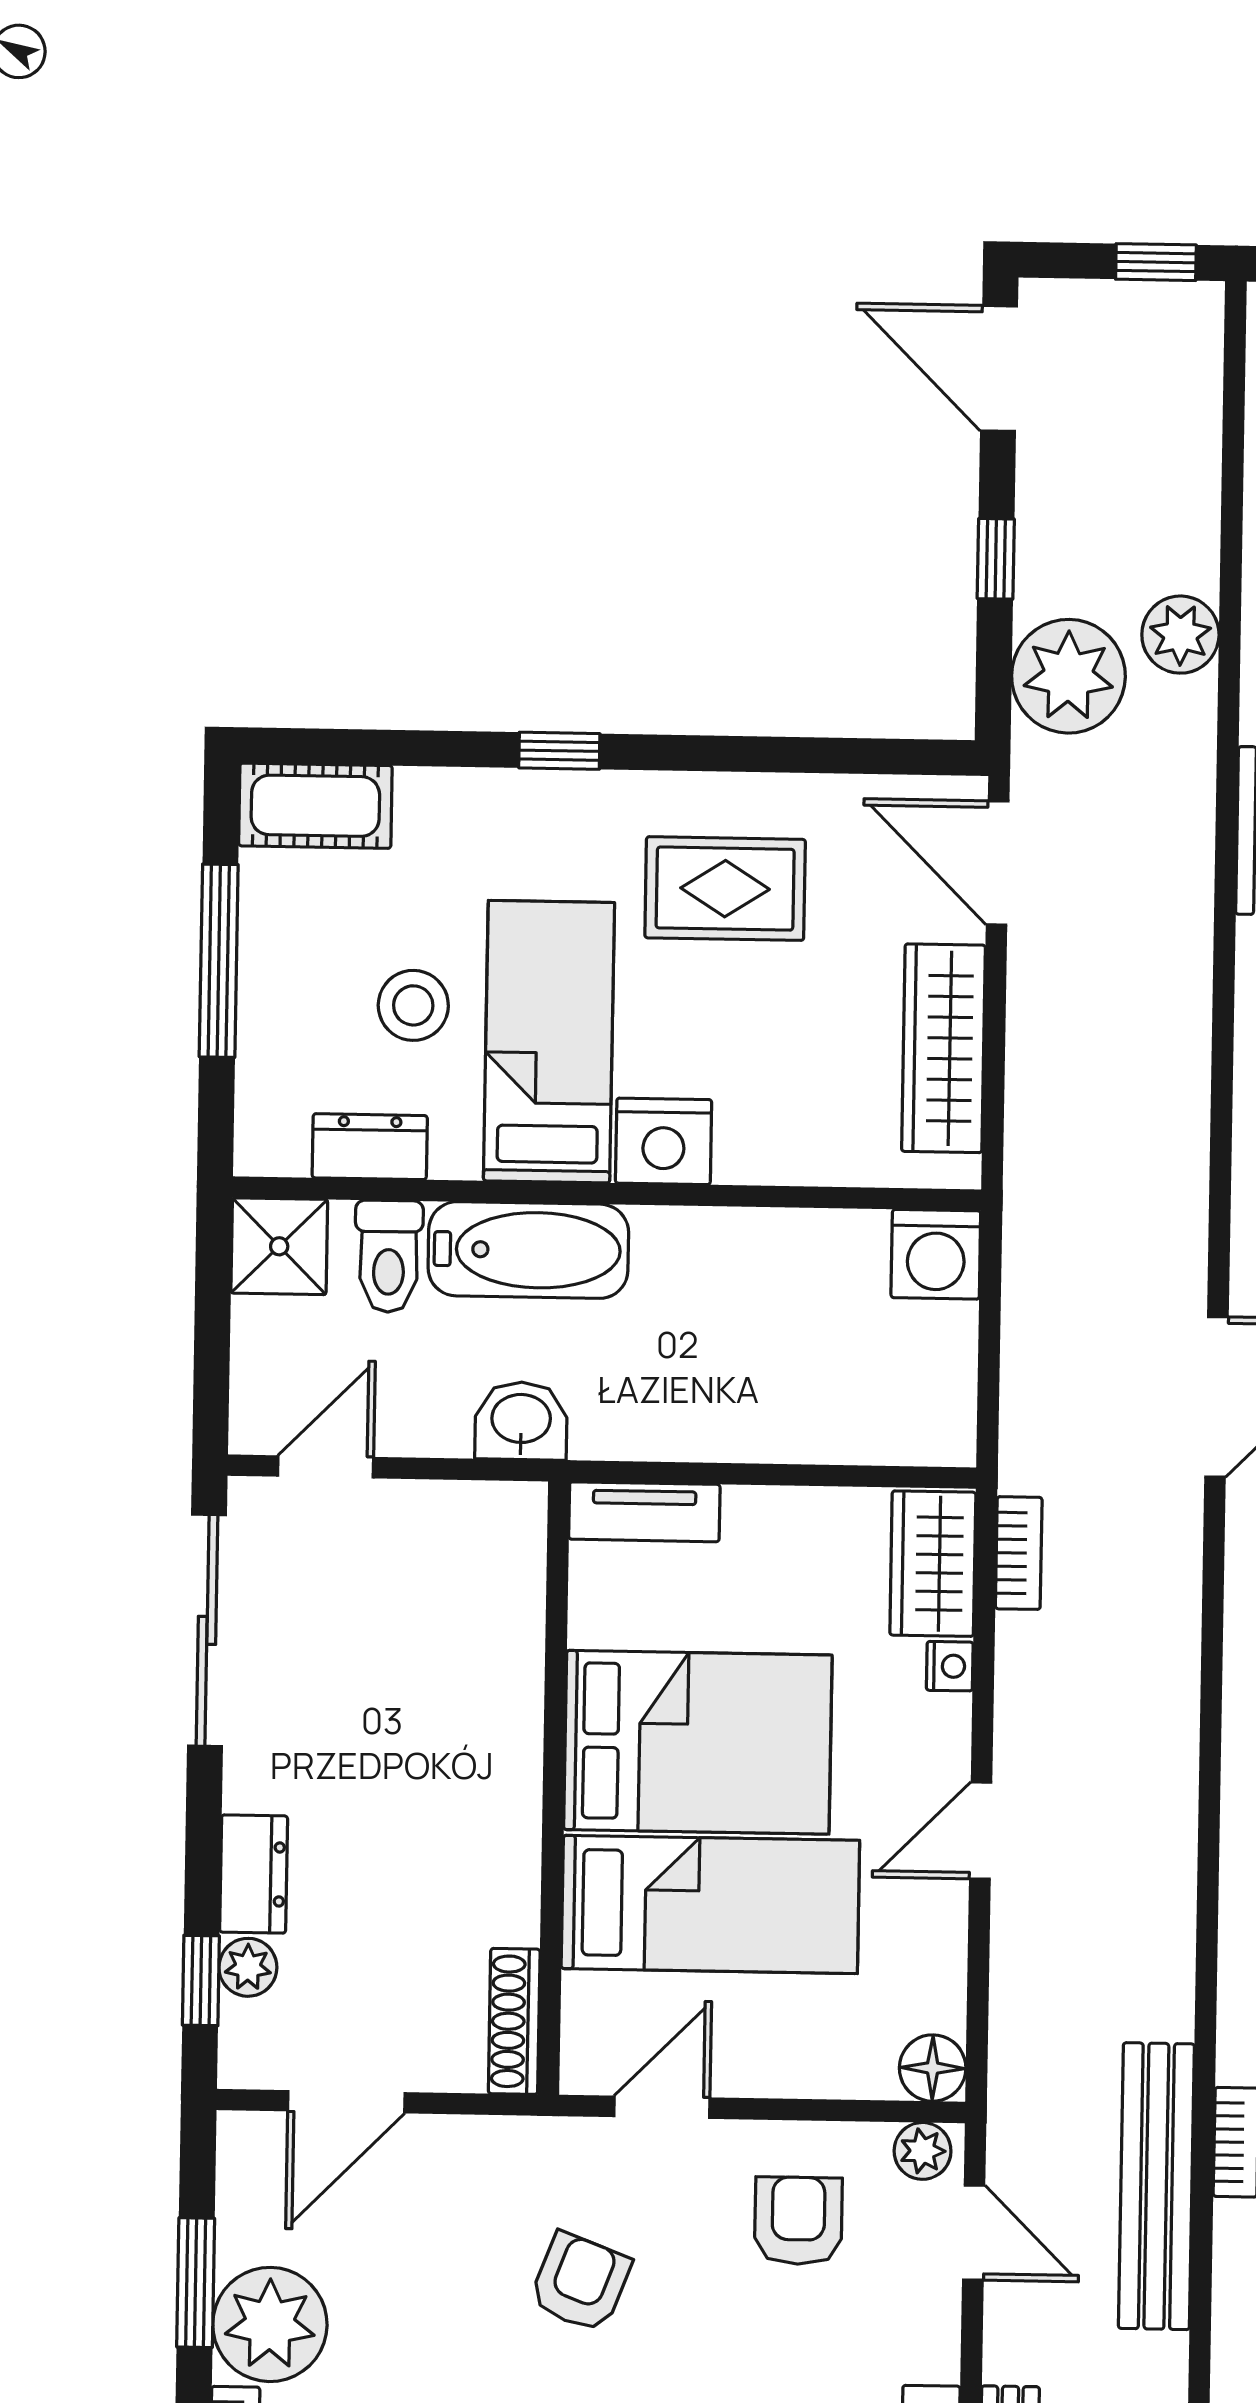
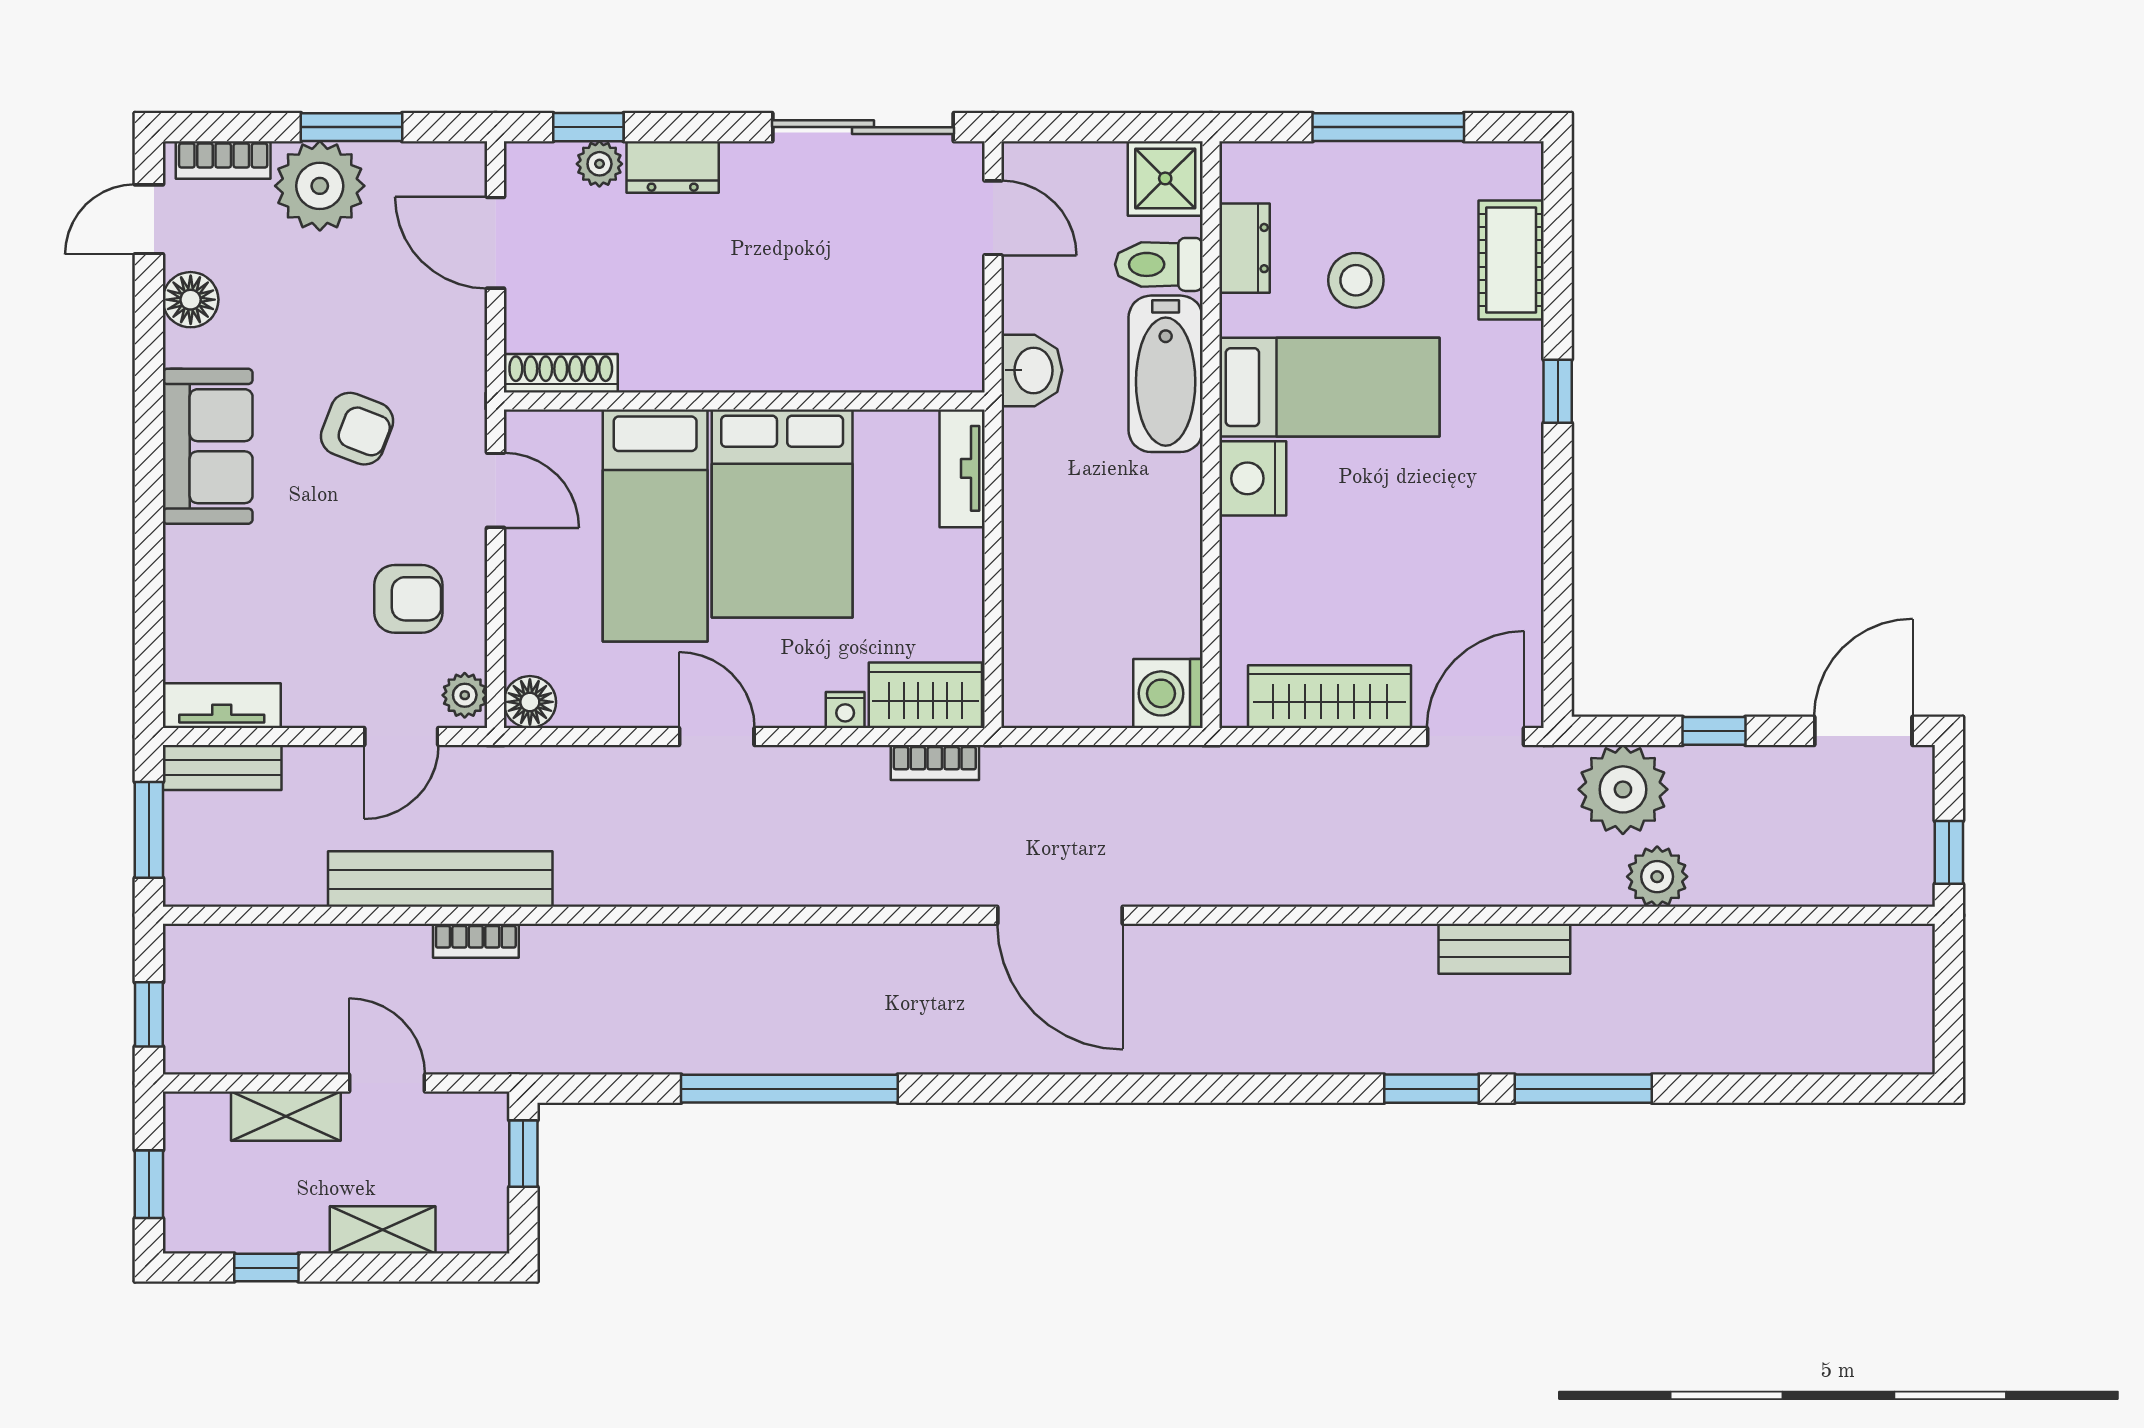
cot: (315, 806) -> (1511, 260), moved
rug: (725, 889) -> (1452, 523), removed

